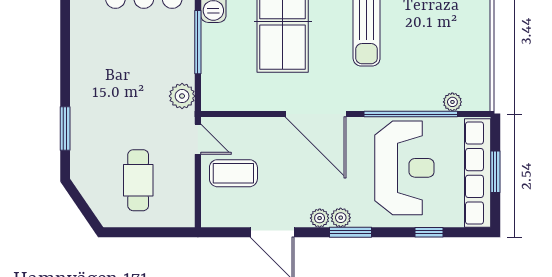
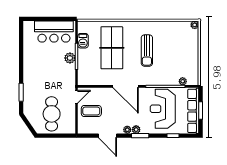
plant: (182, 96) -> (70, 58), moved
door: (198, 139) -> (76, 97), hinge flipped
reception desk: (404, 168) -> (163, 109), turned 180
cafe table: (138, 180) -> (52, 114), width x1.37, depth x1.35

